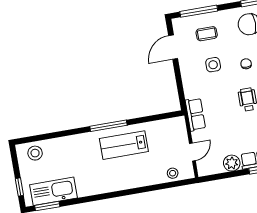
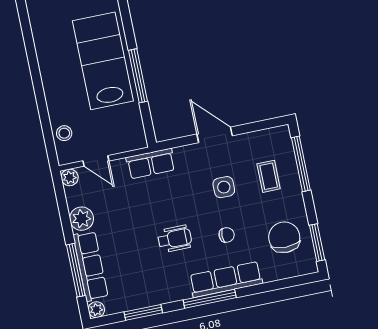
door: (173, 47) -> (215, 135), moved
window: (108, 126) -> (138, 76), moved
lab bench: (124, 145) -> (103, 61), width x1.36, depth x1.39
plant: (203, 170) -> (70, 177), added

